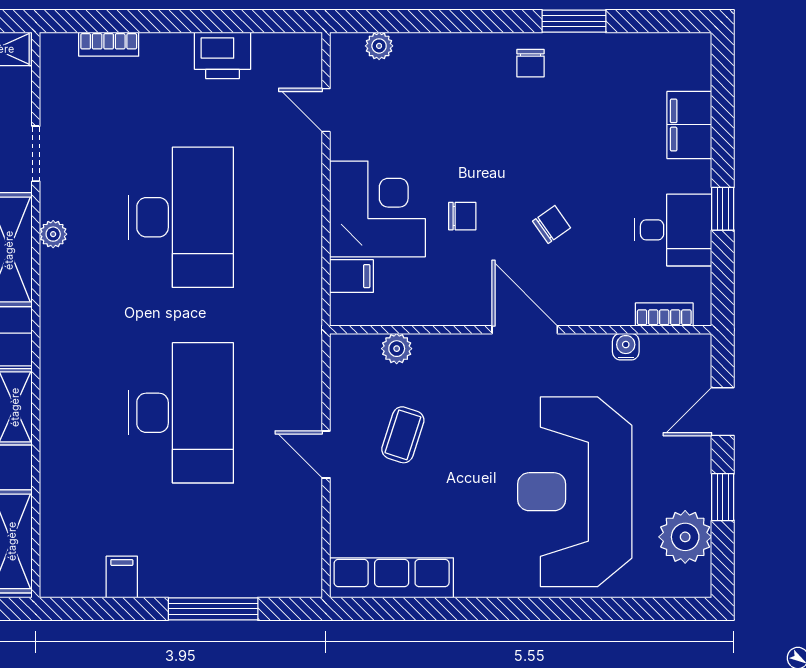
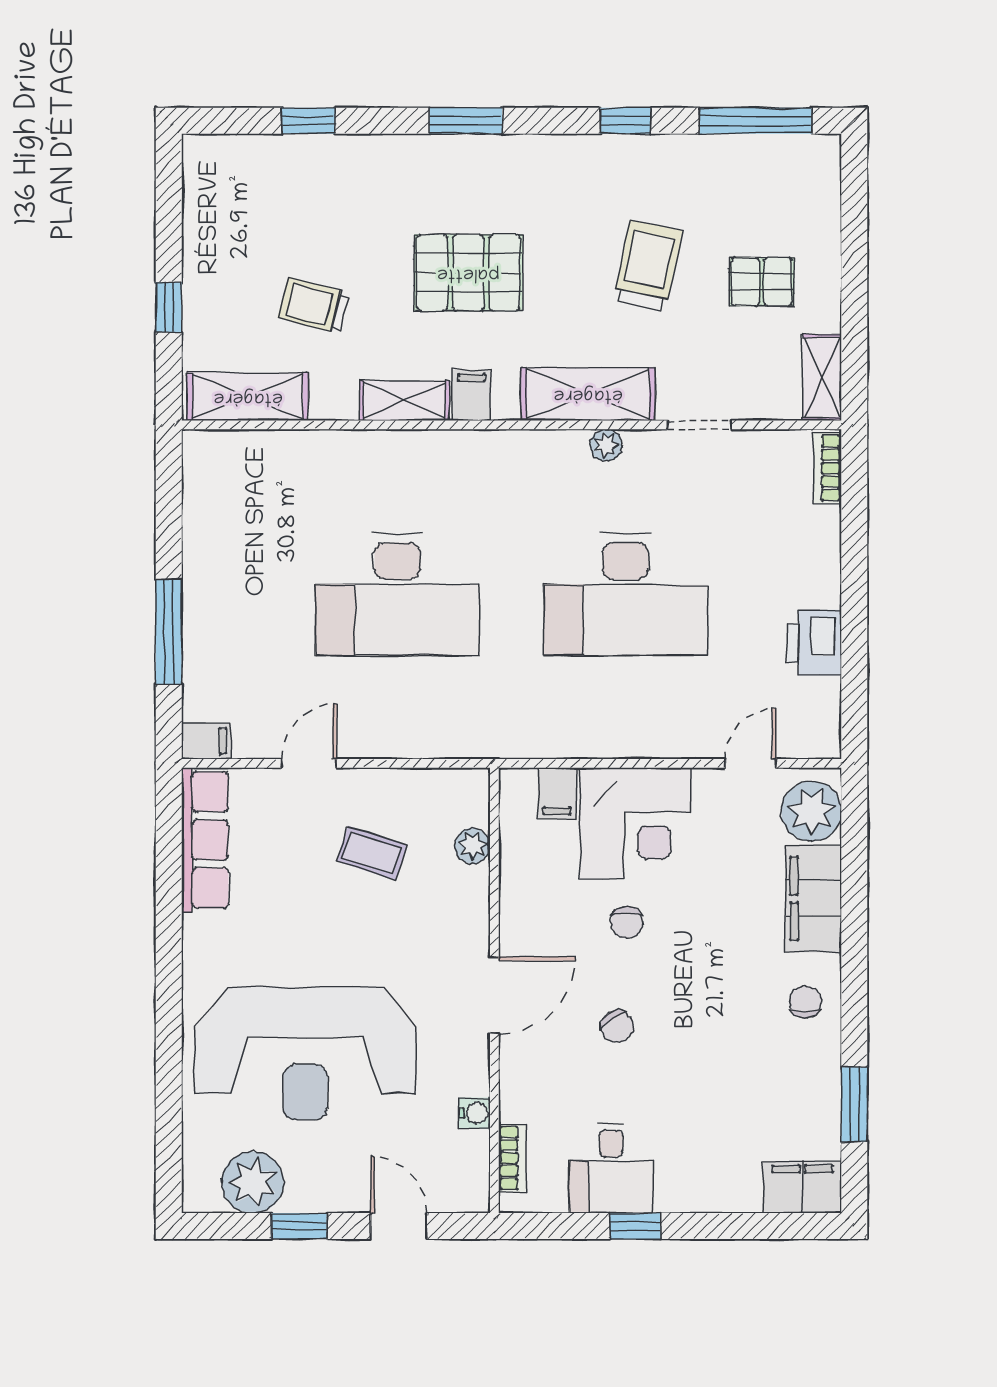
window: (574, 21) -> (854, 1105), moved
bookcase: (109, 44) -> (827, 468), moved
plant: (379, 46) -> (811, 811), width x1.87, depth x1.87
filing cabinet: (442, 56) -> (814, 899), added
chair: (530, 63) -> (805, 1002), turned 90
filing cabinet: (689, 125) -> (802, 1187), moved
door: (326, 454) -> (309, 763), moved
reception desk: (575, 492) -> (305, 1054), turned 180
filing cabinet: (122, 577) -> (206, 741), moved

